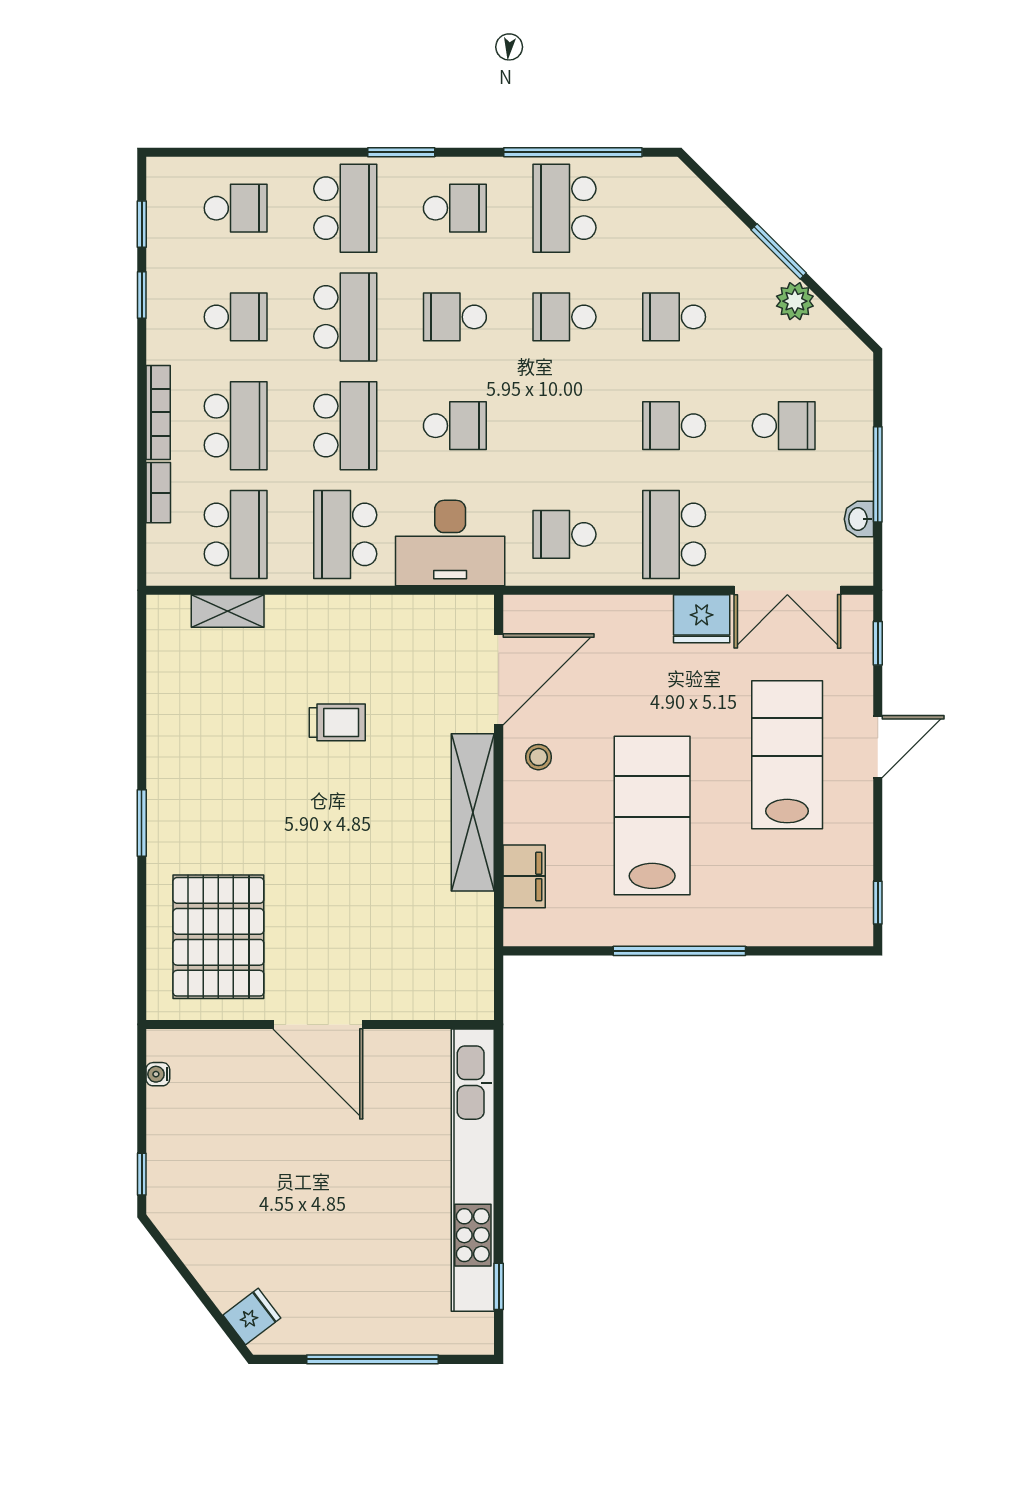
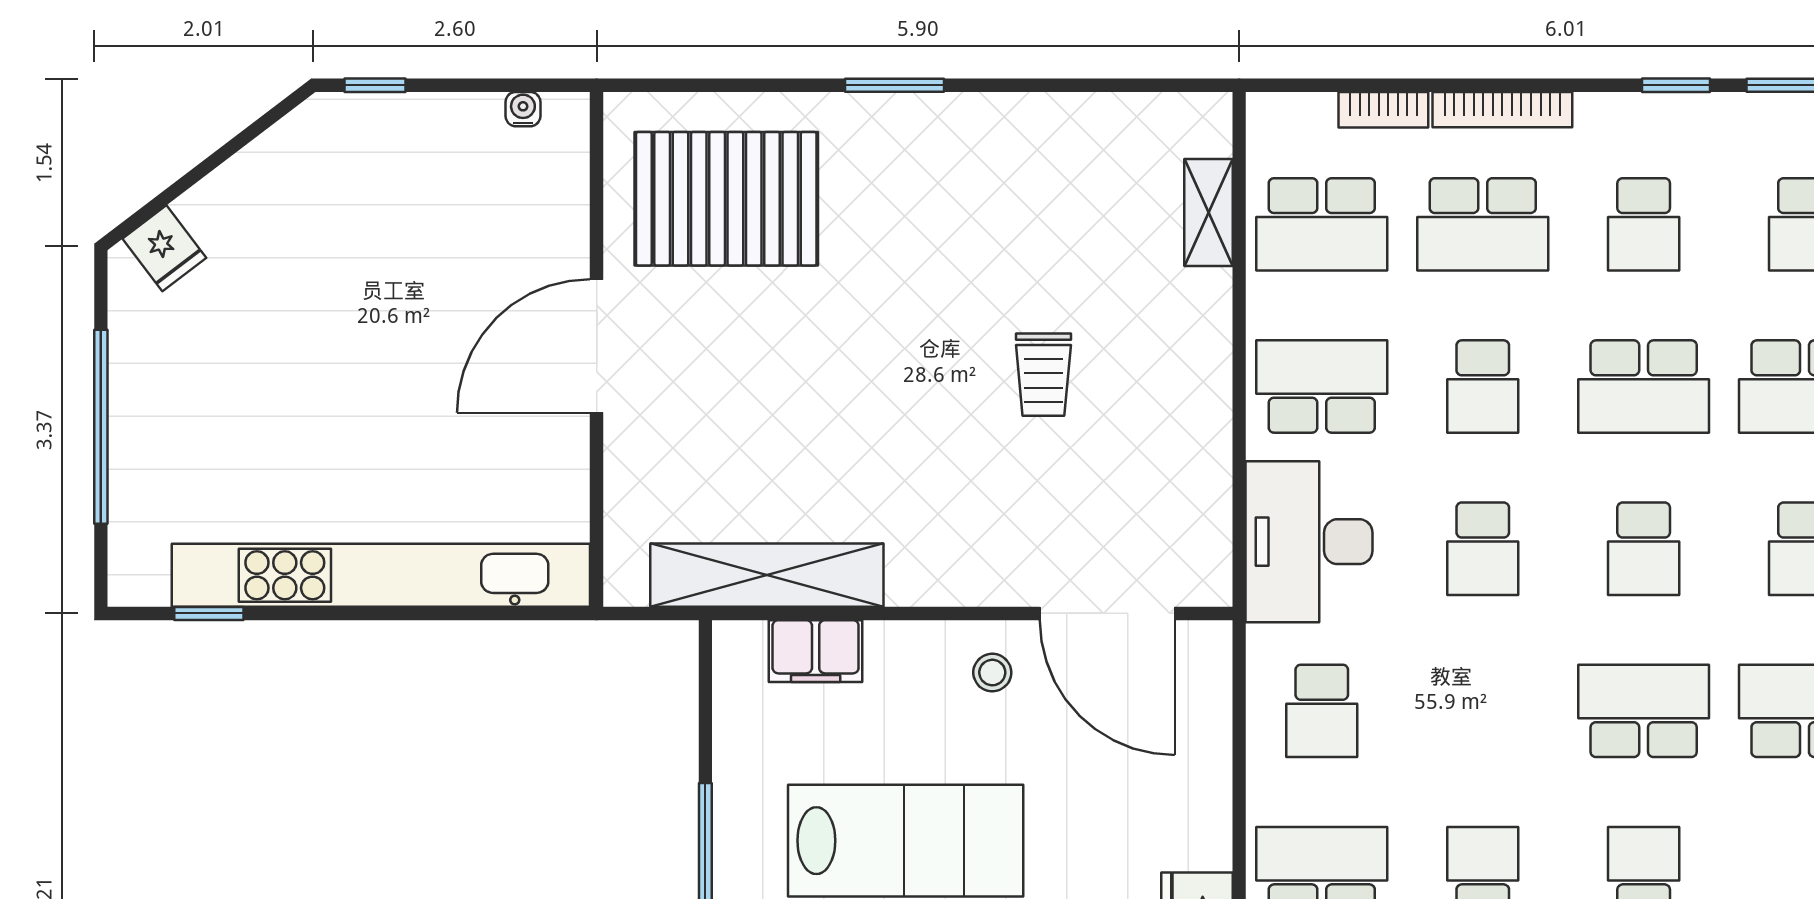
school desk: (455, 317) -> (1644, 549), turned 180
school desk: (564, 317) -> (1644, 711), width x1.85
school desk: (345, 426) -> (1483, 387), width x0.54
school desk: (564, 534) -> (1322, 711), turned 180
shelving: (473, 812) -> (767, 575), moved

